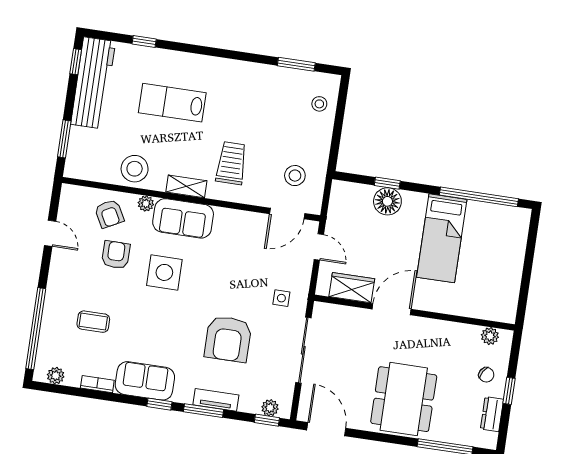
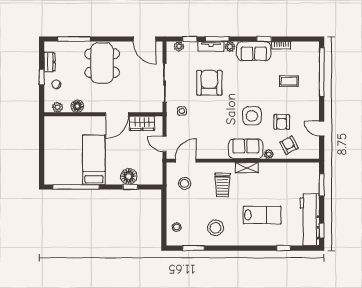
stool: (135, 169) -> (216, 228), moved
floor lamp: (456, 333) -> (77, 106), added
plant: (56, 376) -> (230, 47), moved
window: (159, 404) -> (264, 39), moved
window: (267, 420) -> (190, 39), moved

